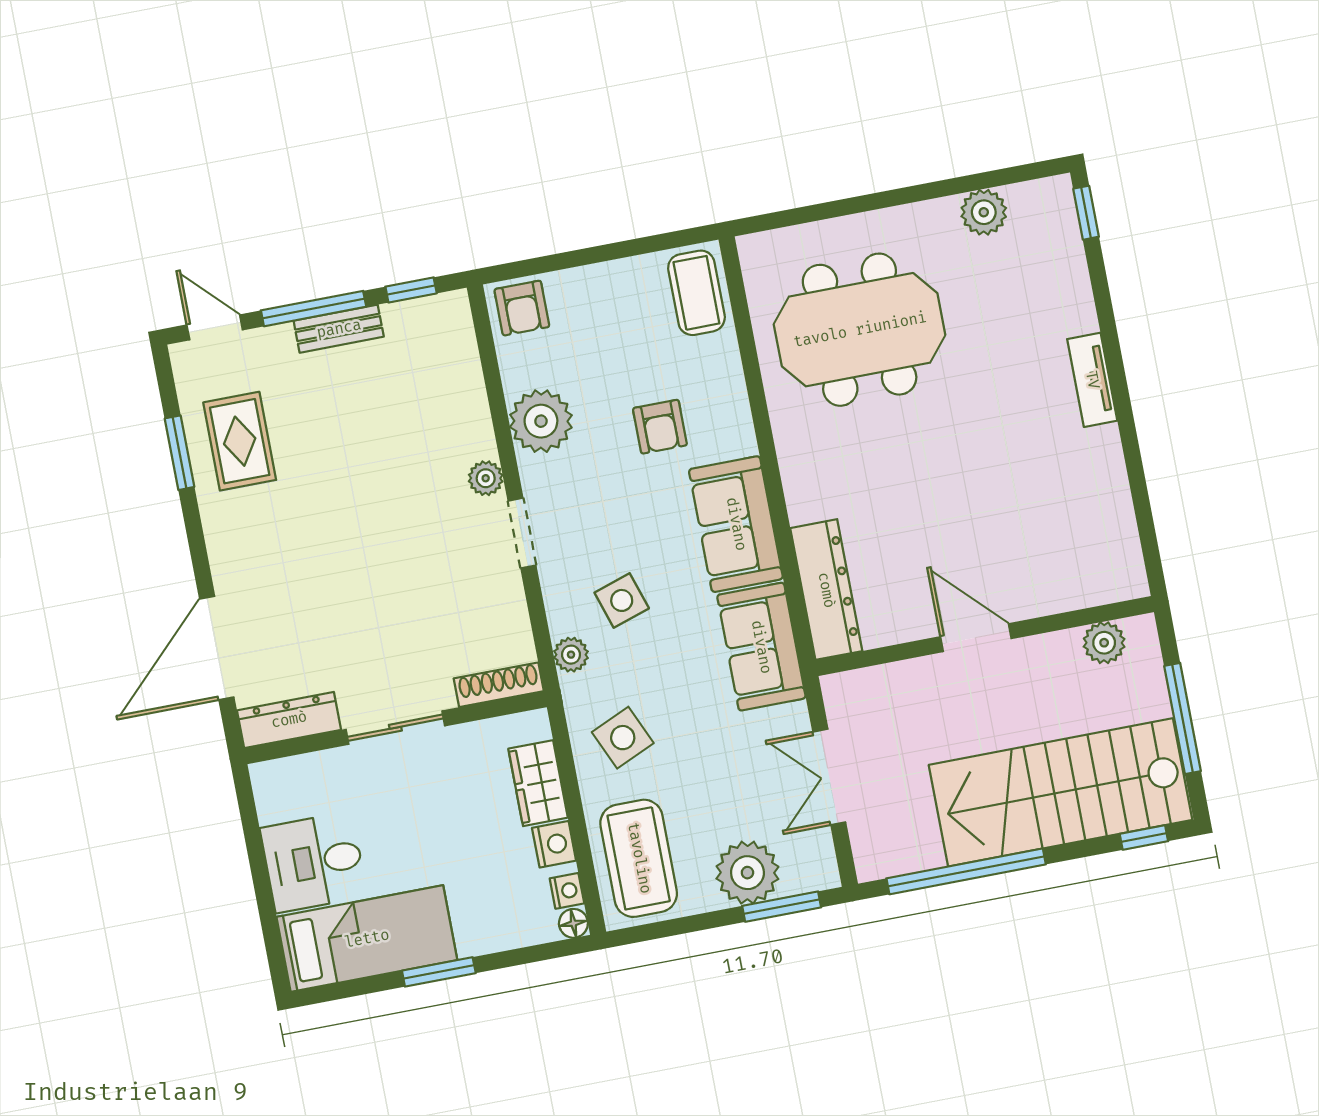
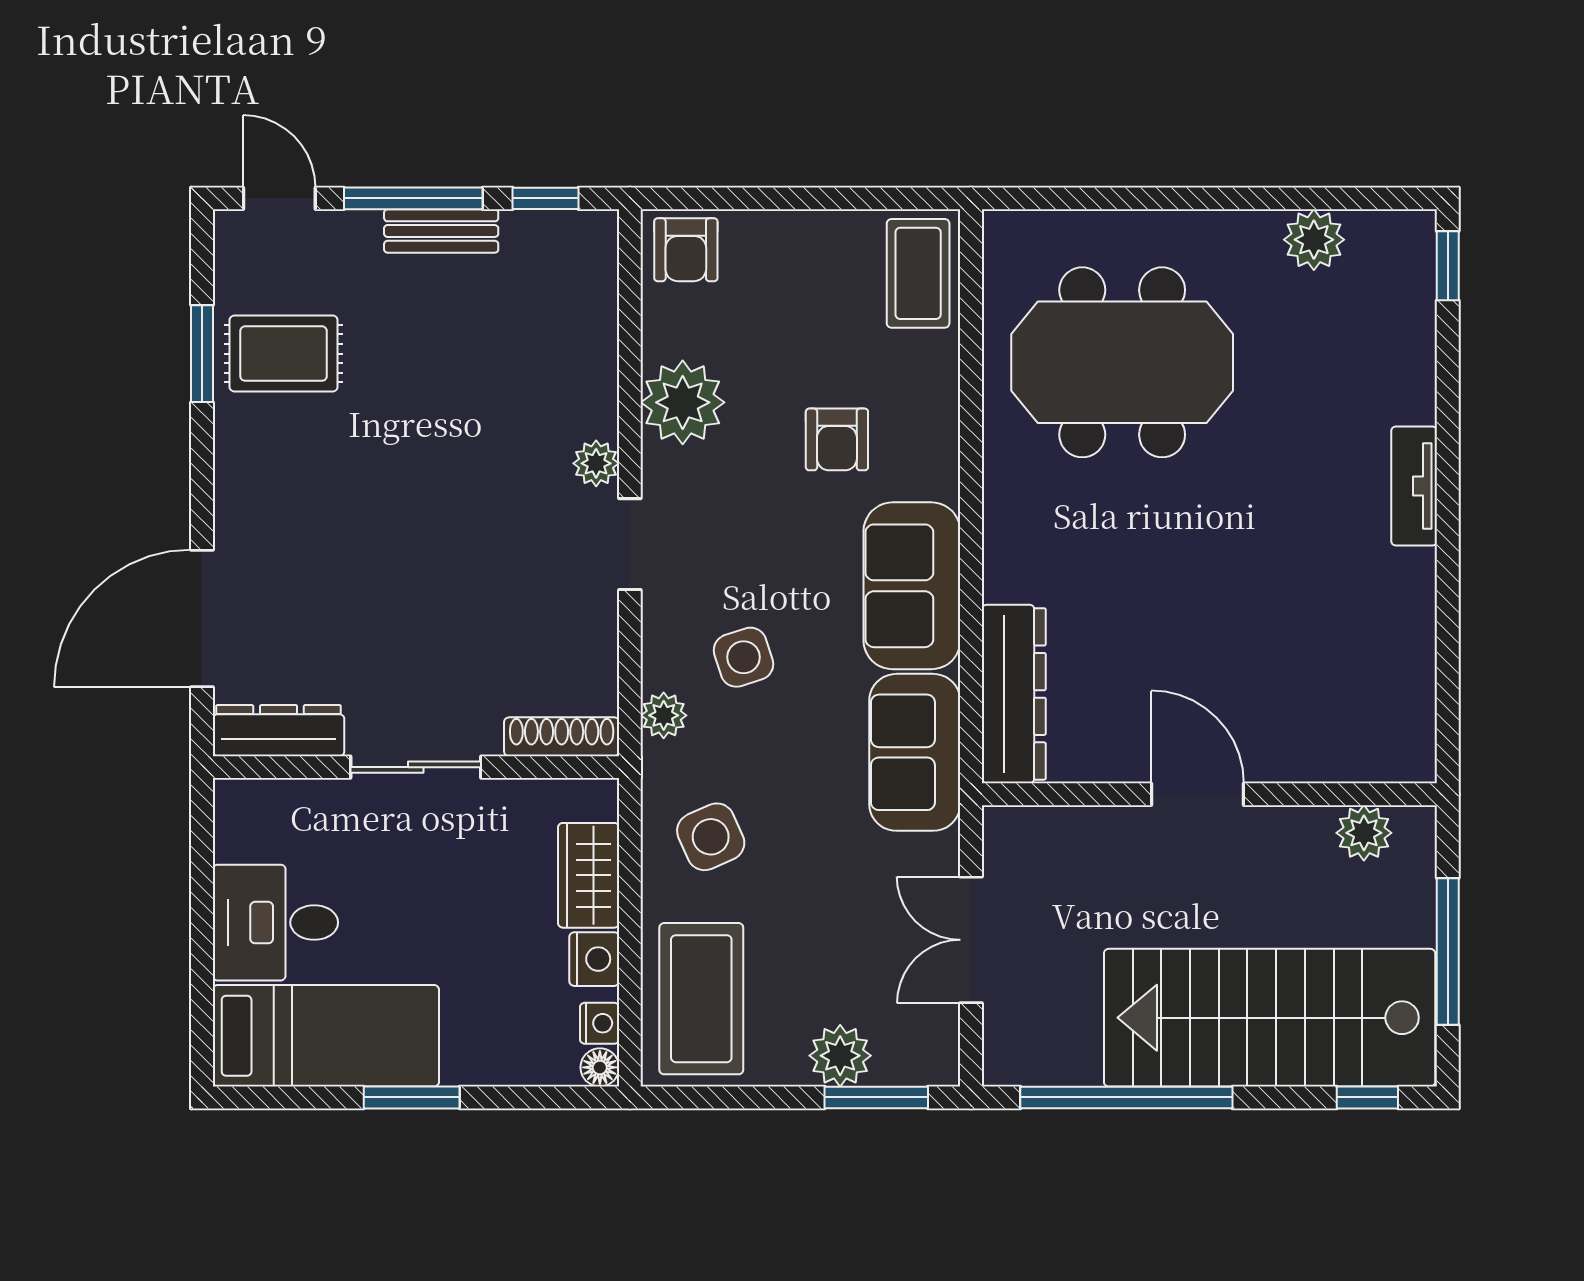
rug: (240, 441) -> (284, 354), turned 90
plant: (747, 873) -> (840, 1056), width x0.73, depth x0.73

